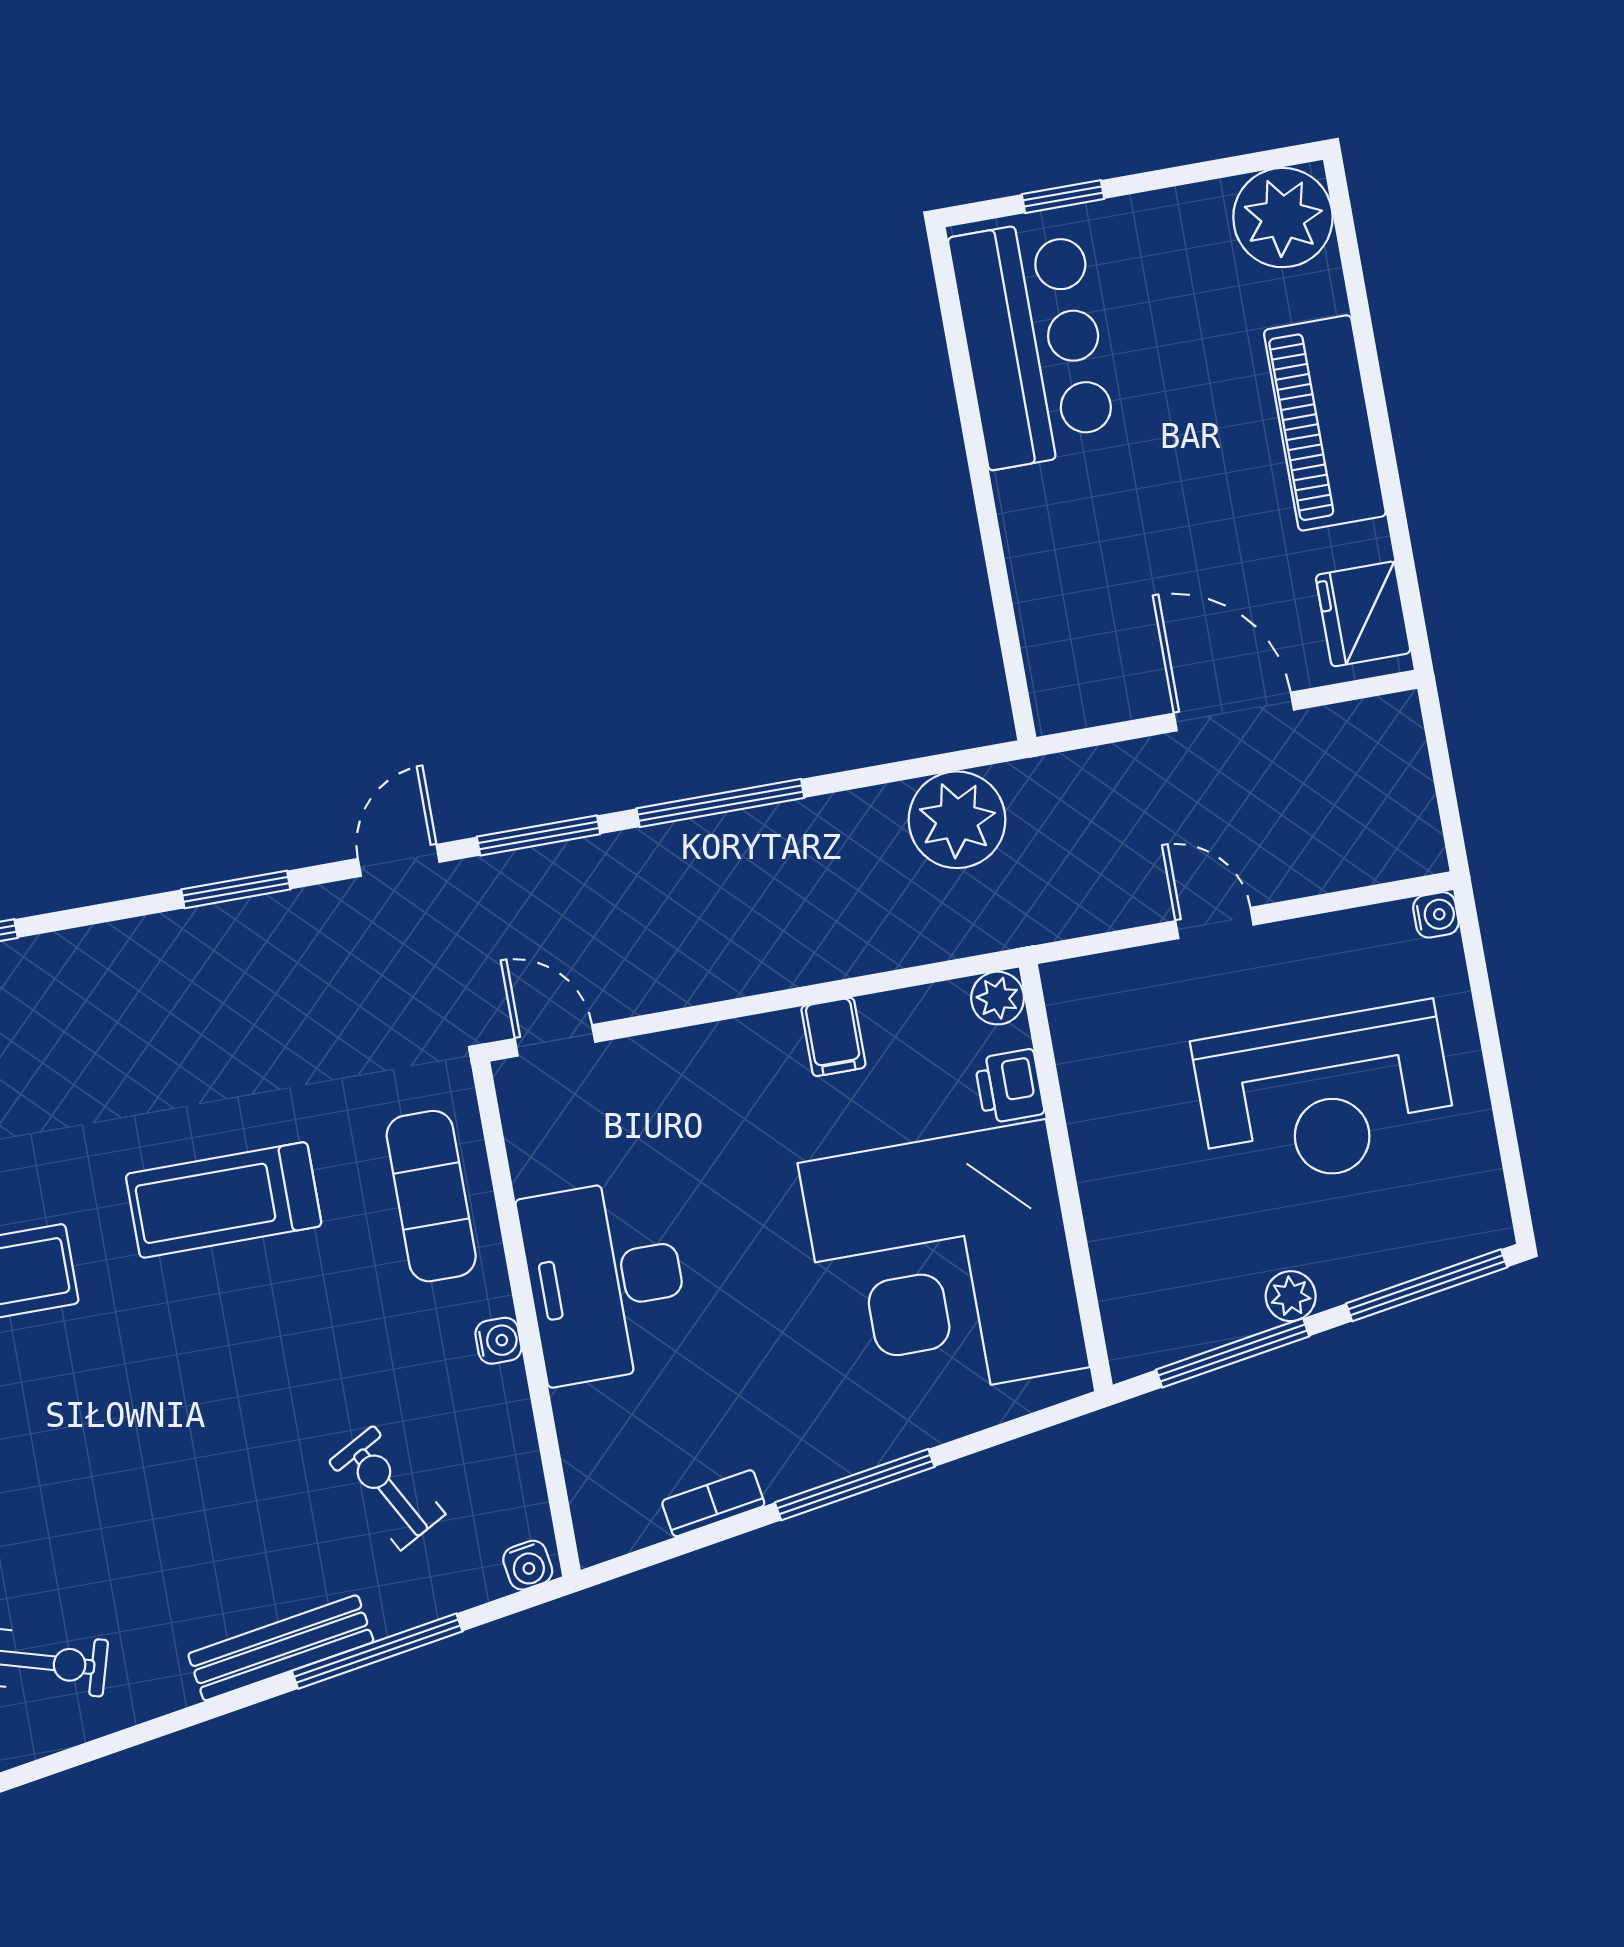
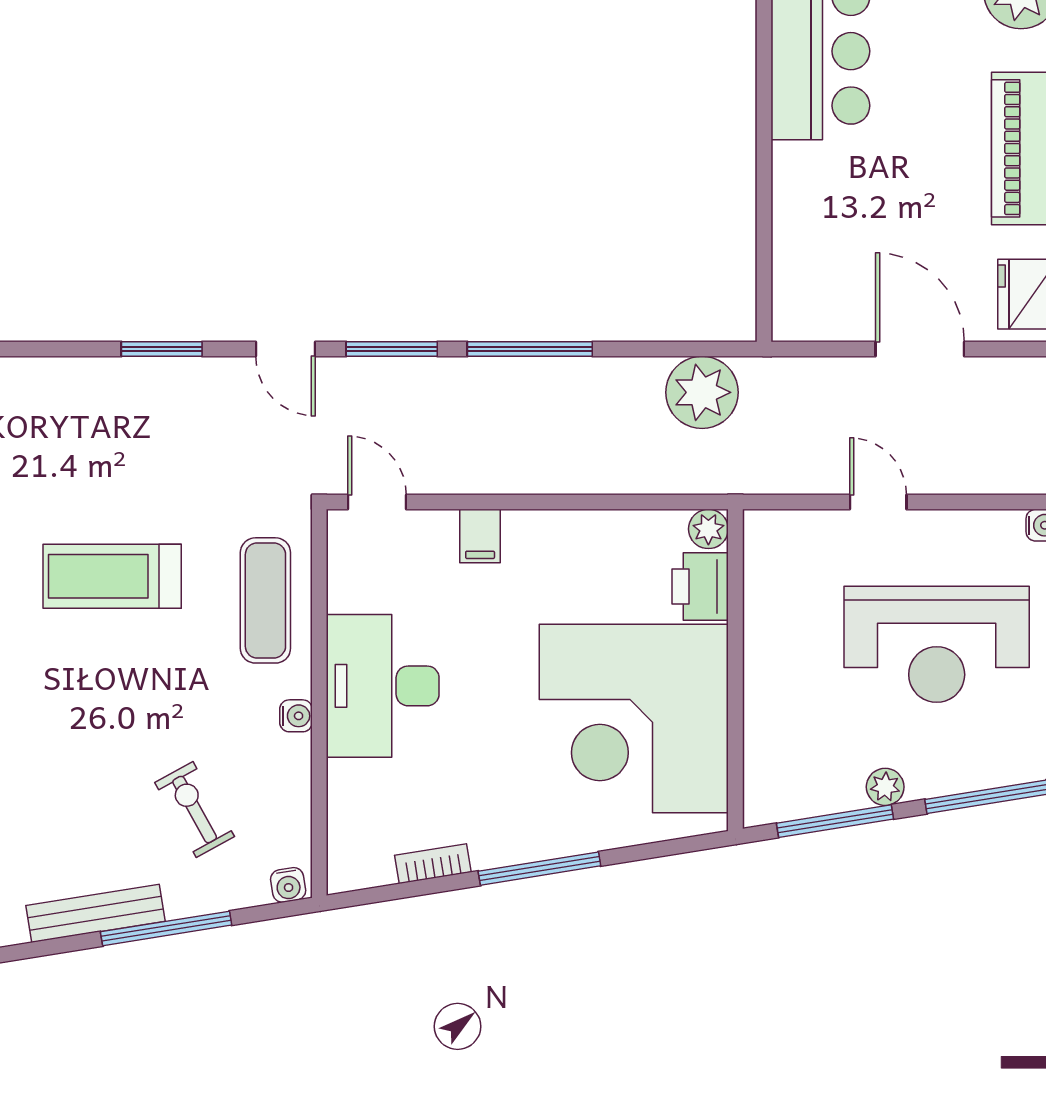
door: (399, 860) -> (286, 349), swing flipped
filing cabinet: (833, 1037) -> (480, 536), moved
printer: (1009, 1086) -> (700, 586), width x1.36, depth x1.24

